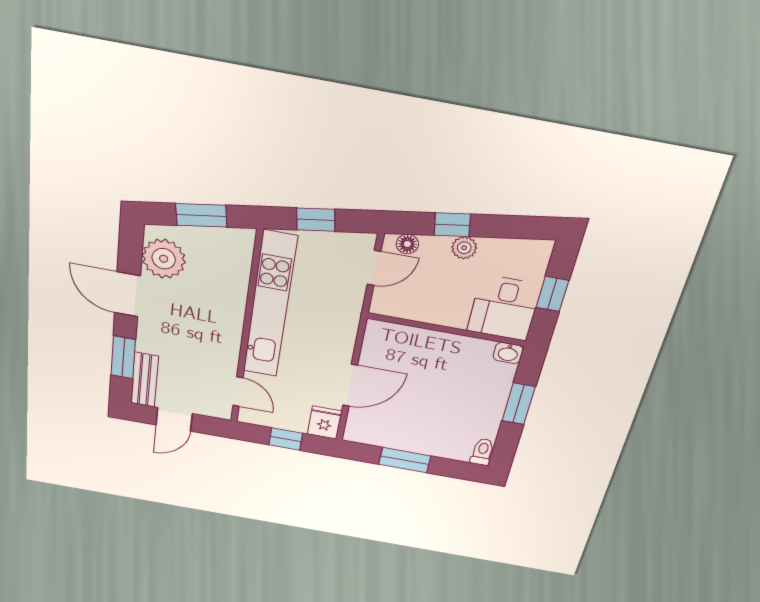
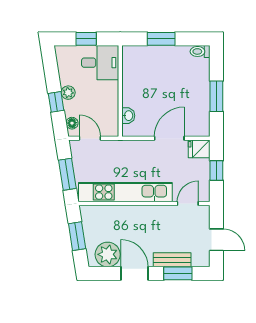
window: (316, 220) -> (67, 174), width x1.50
door: (127, 294) -> (135, 273), swing flipped
washbasin: (508, 353) -> (128, 116), moved
bench: (144, 380) -> (172, 260), moved
door: (350, 385) -> (169, 138), hinge flipped

